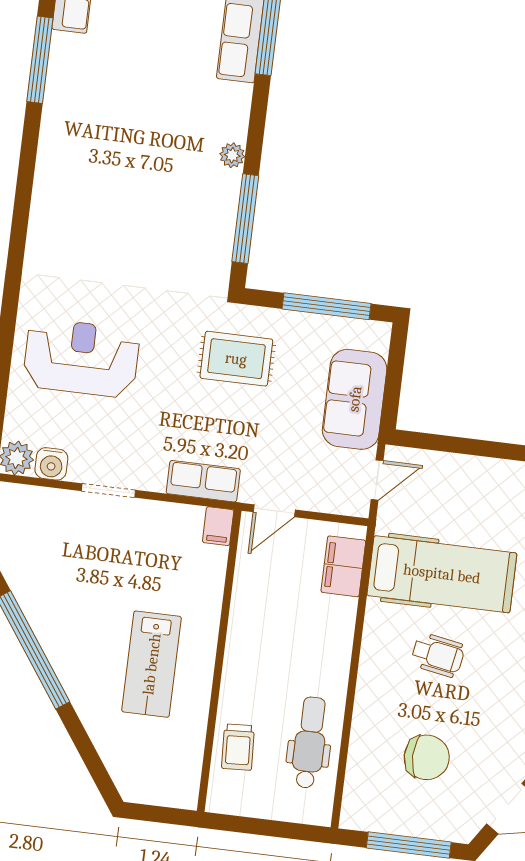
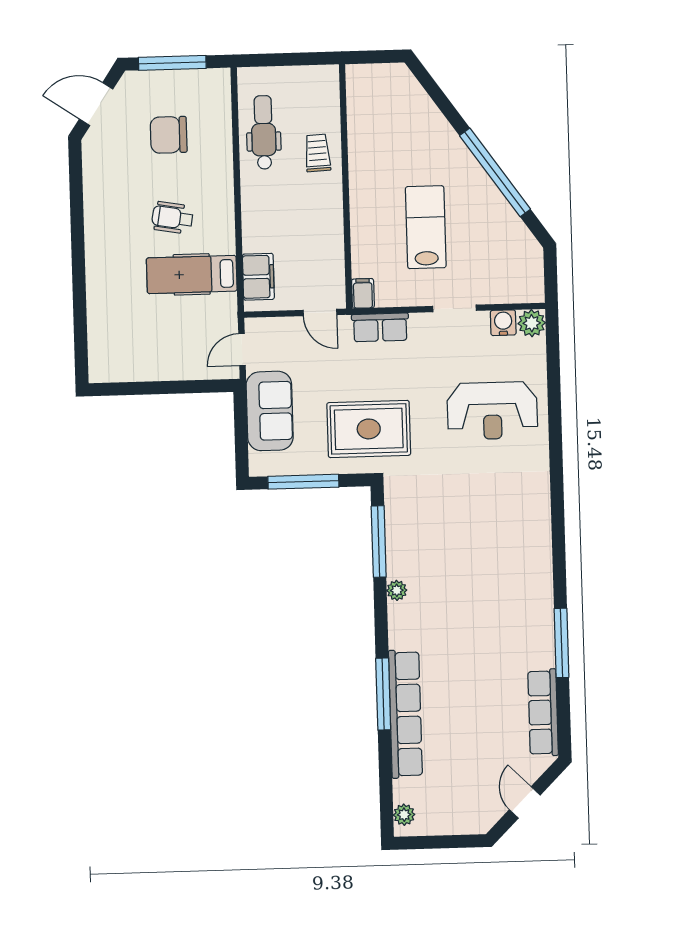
rug: (236, 359) -> (369, 429), width x1.36, depth x1.43
door: (274, 511) -> (320, 312), swing flipped
hospital bed: (442, 574) -> (192, 274), width x0.73, depth x0.78
lab bench: (152, 664) -> (426, 227), moved
dental chair: (310, 743) -> (264, 132), turned 180
trolley: (238, 747) -> (317, 153), moved

